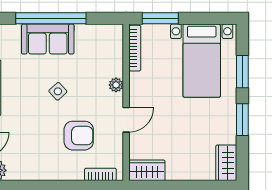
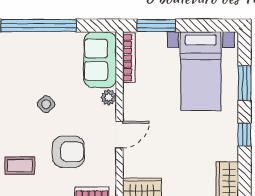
sofa: (48, 39) -> (100, 60), moved, turned 90
window: (242, 120) -> (245, 135), width x0.67
coffee table: (34, 148) -> (20, 166), added

